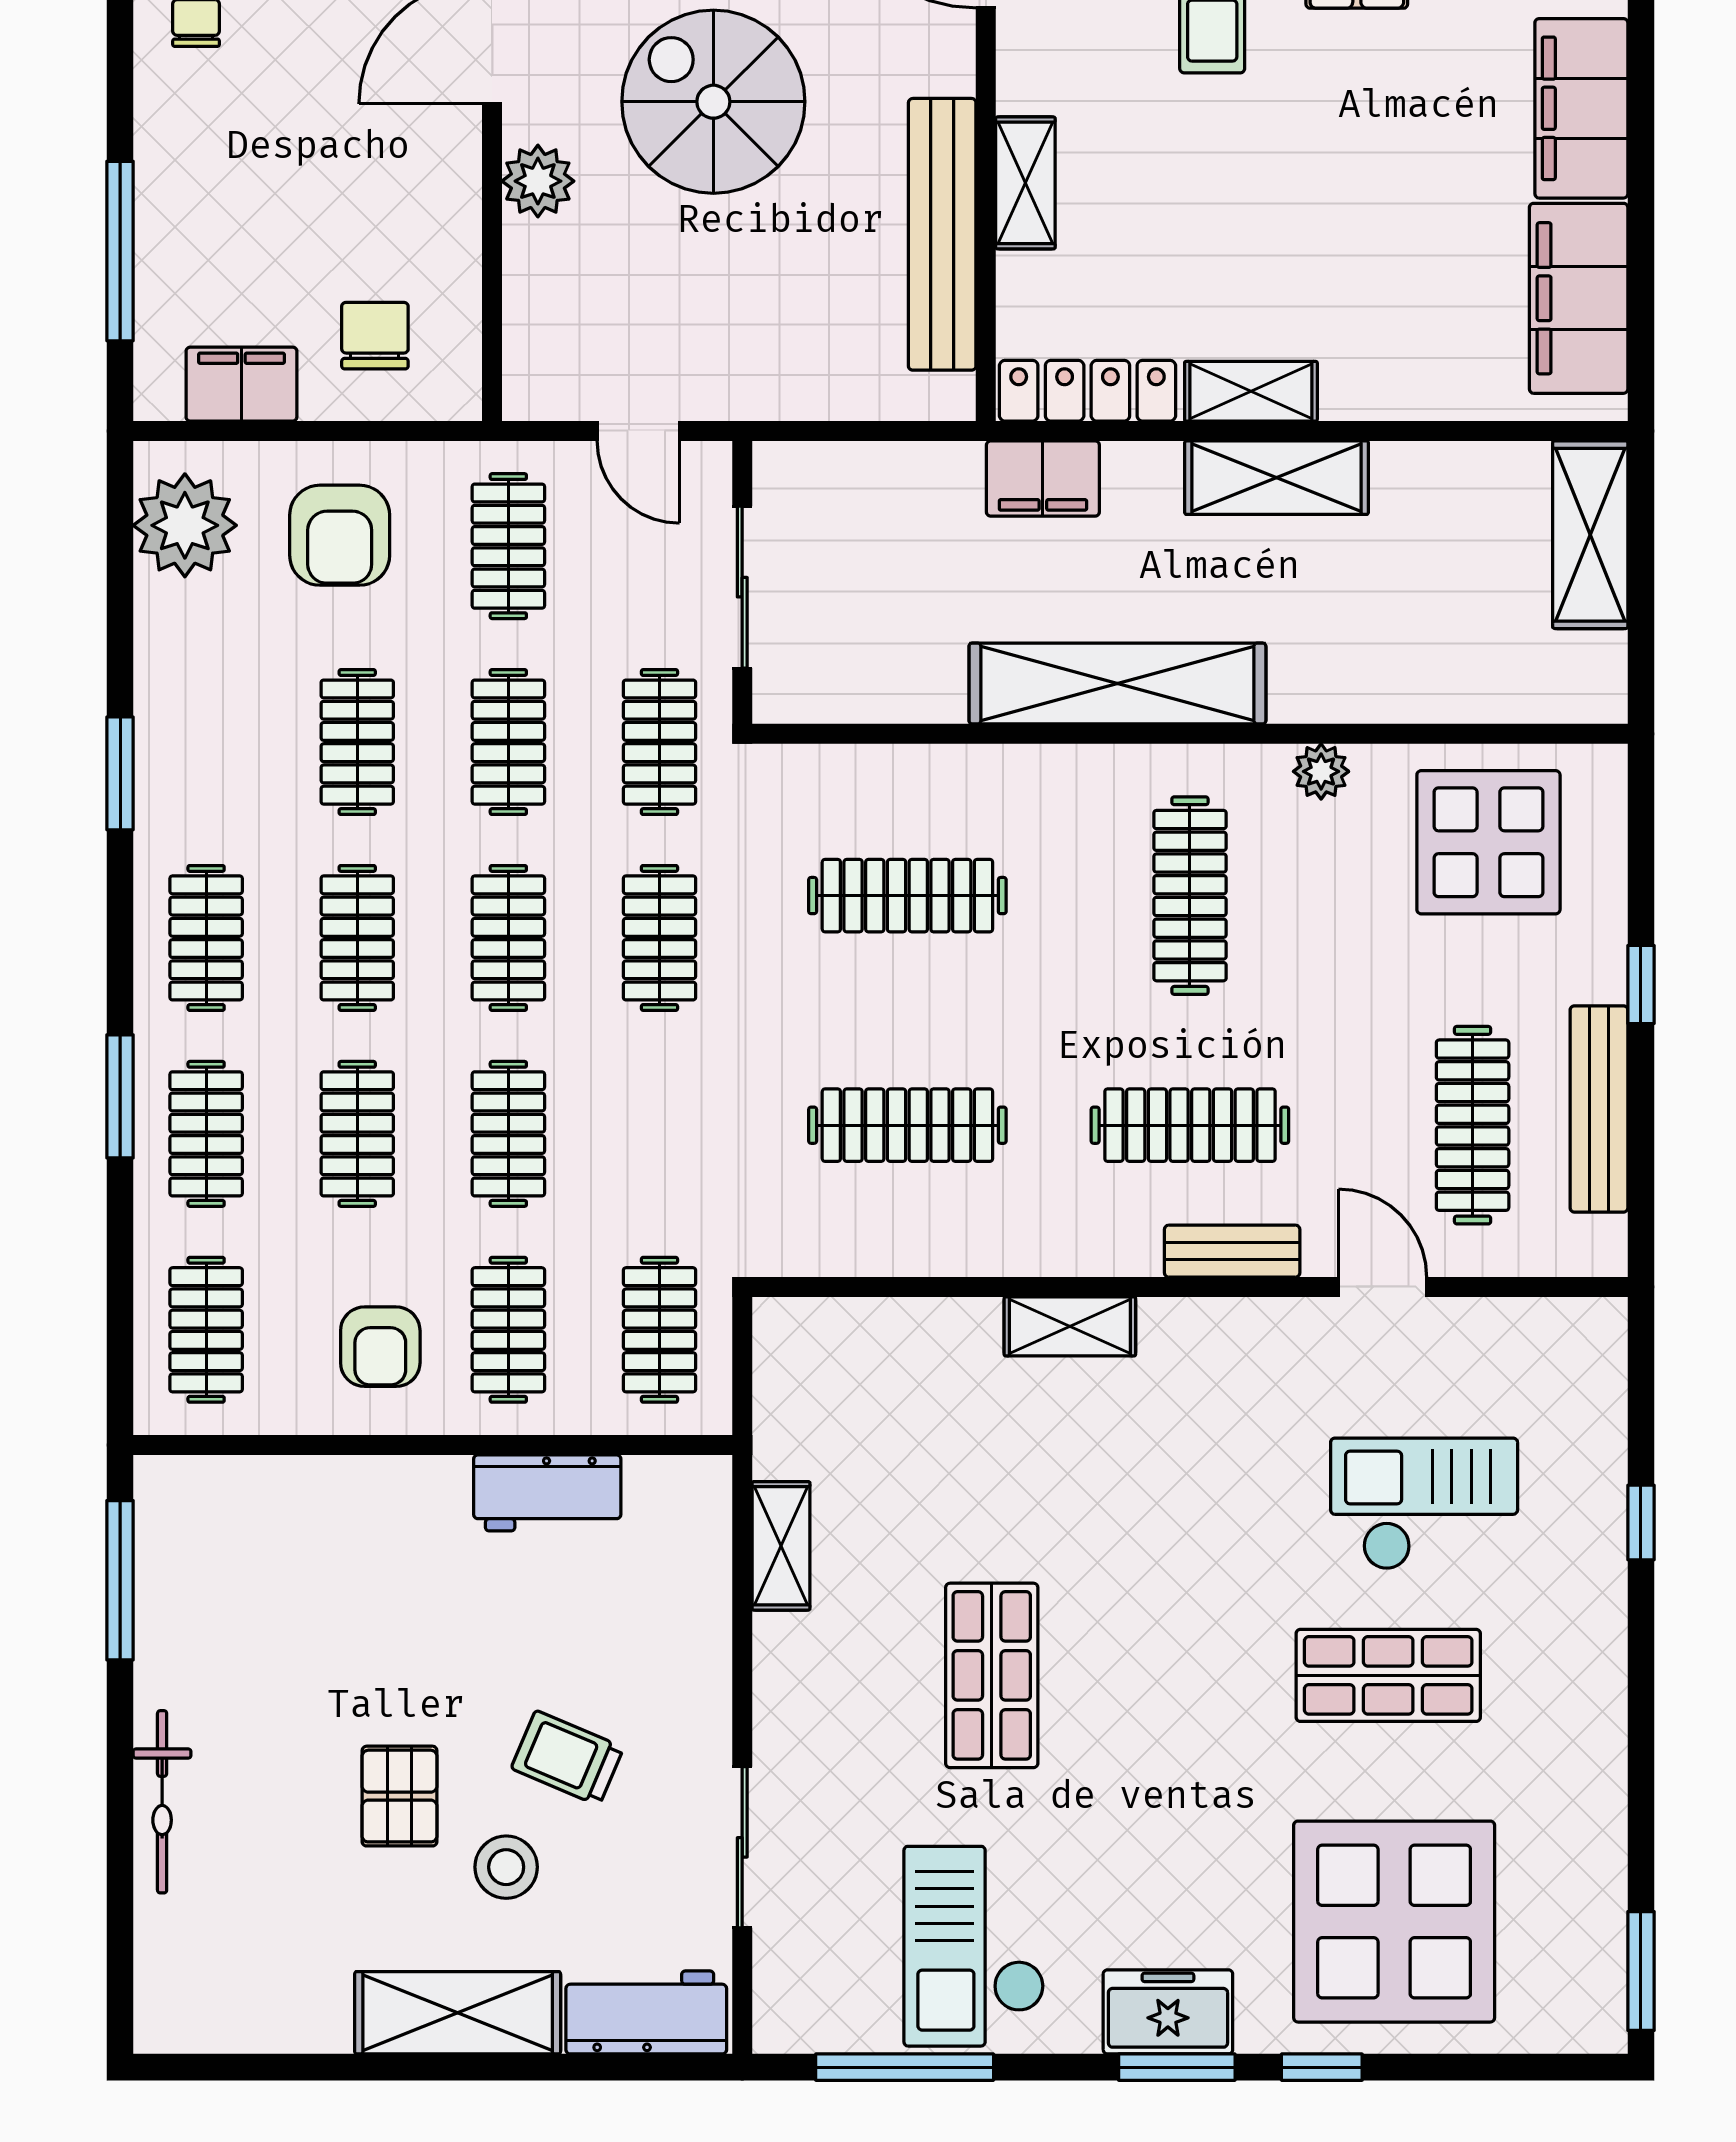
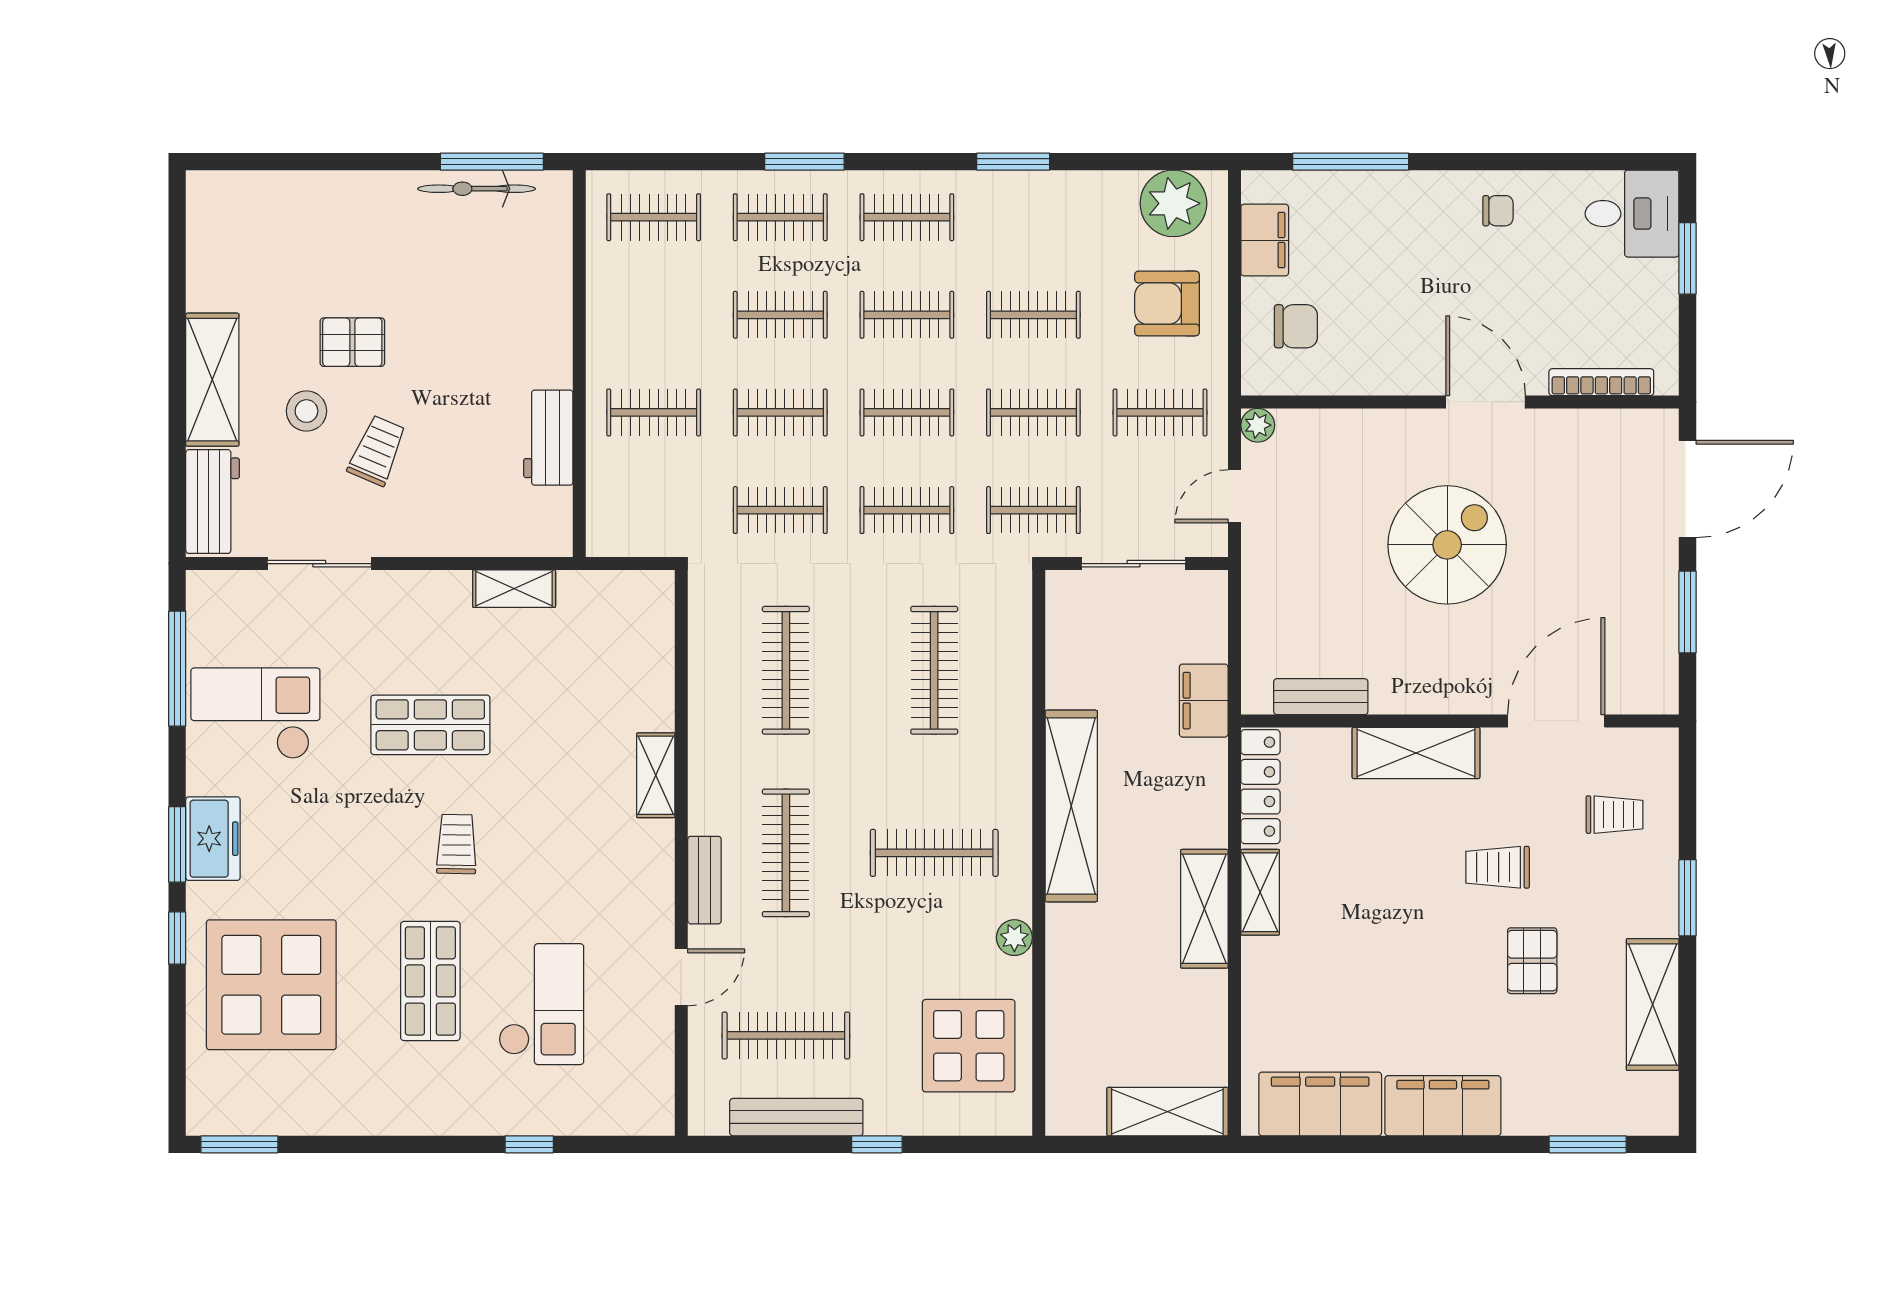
plant: (538, 181) -> (1258, 425), moved, width x0.73, depth x0.73
shelving: (1025, 183) -> (1416, 753), width x1.50, depth x1.33
bench: (942, 234) -> (1321, 697), width x0.54, depth x0.82
filing cabinet: (1043, 479) -> (1204, 701), moved
clothes rail: (659, 1330) -> (780, 510), moved
armchair: (380, 1347) -> (643, 330), removed
trolley: (1176, 1635) -> (457, 844), added
bicycle: (162, 1802) -> (477, 189), moved

